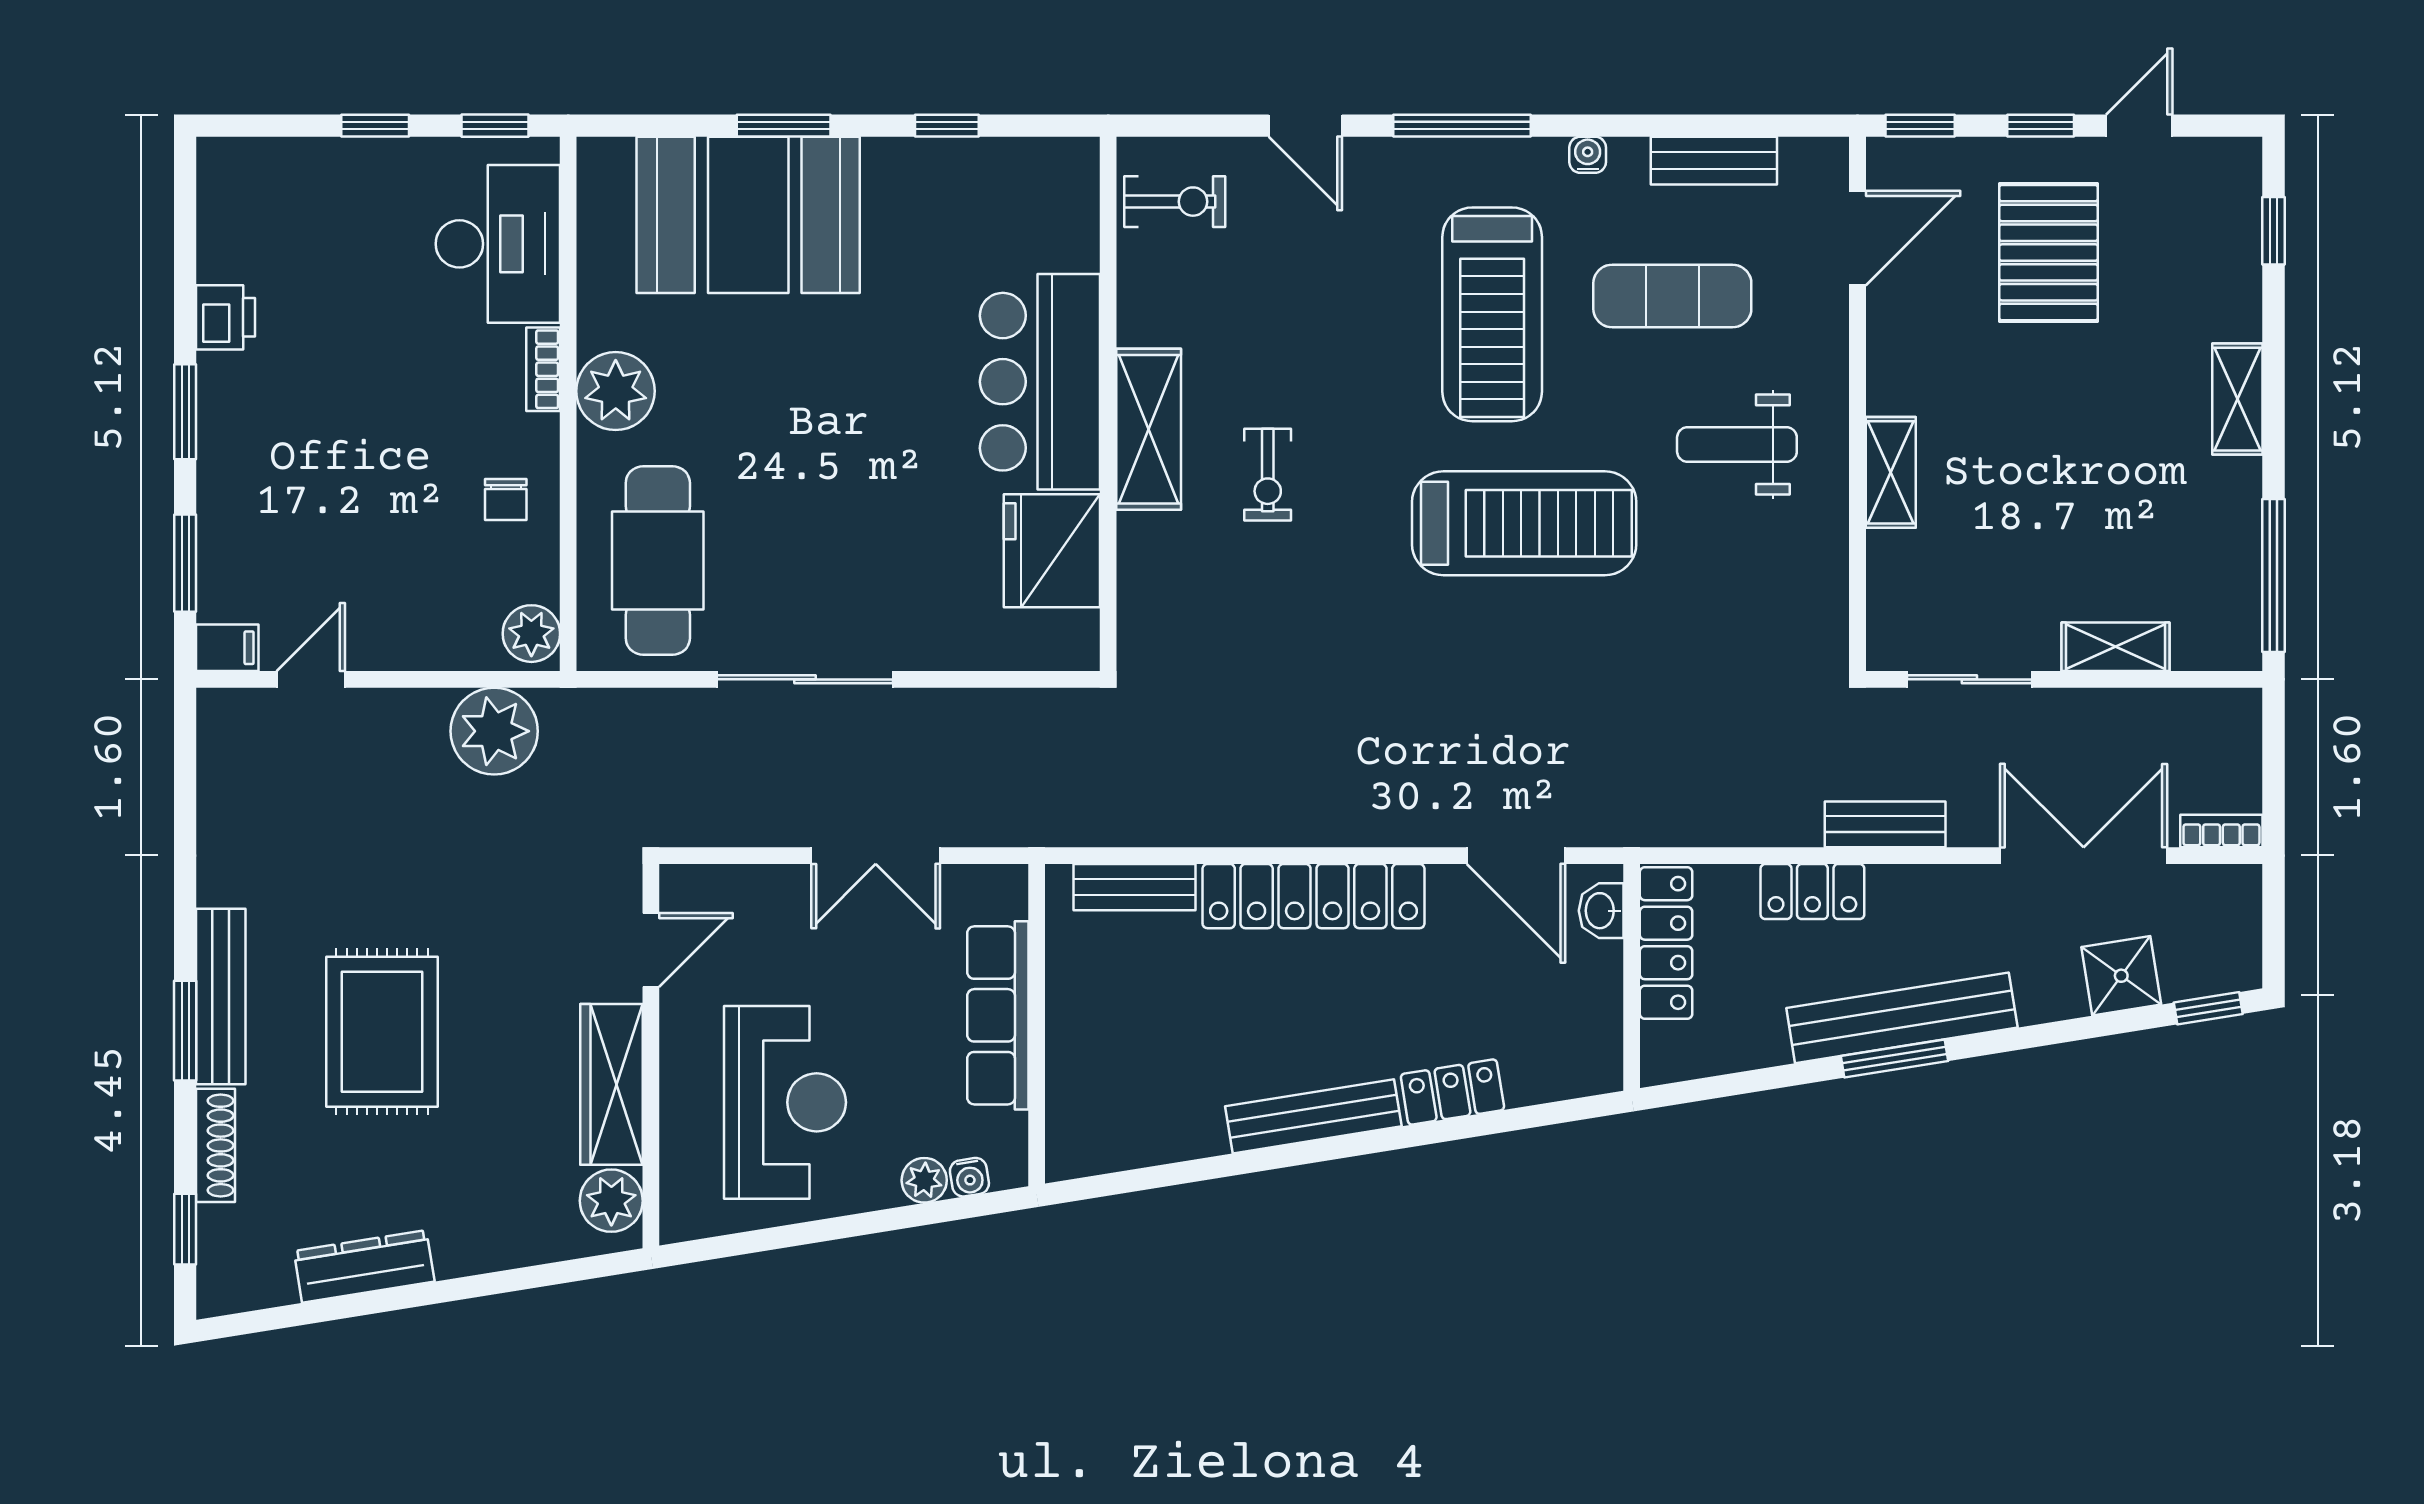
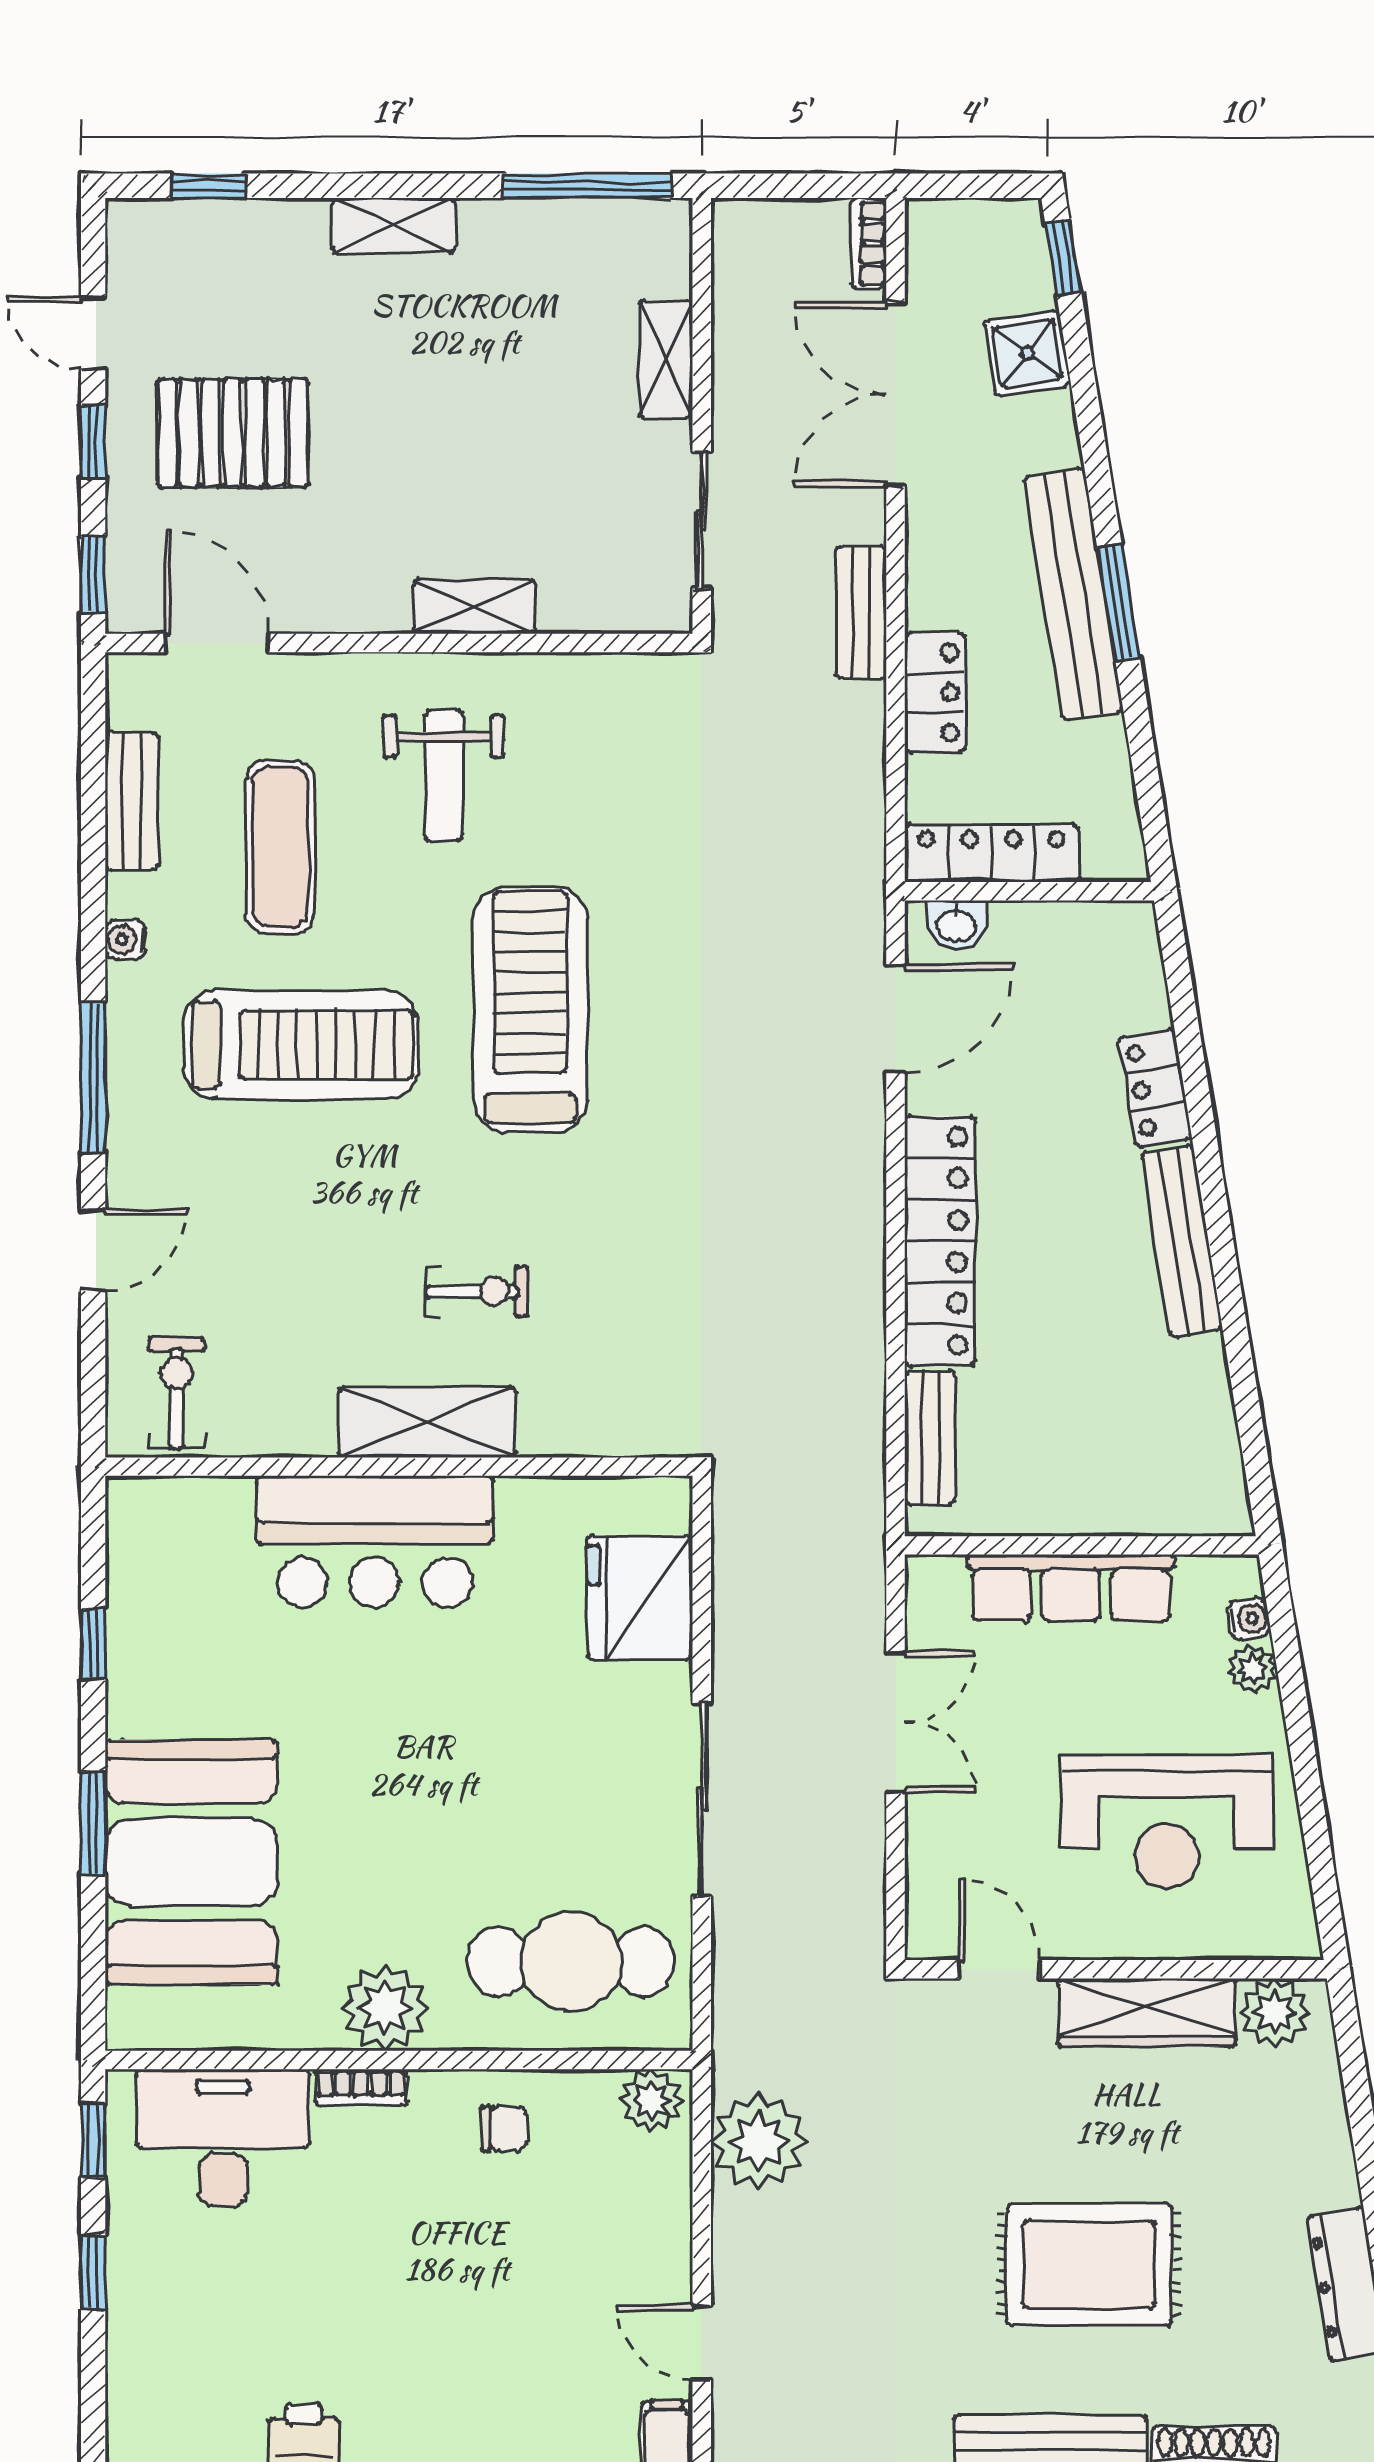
fridge: (1052, 551) -> (640, 1597), moved, turned 90
reception desk: (785, 1102) -> (1167, 1822), turned 180

